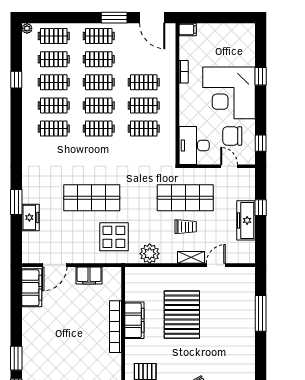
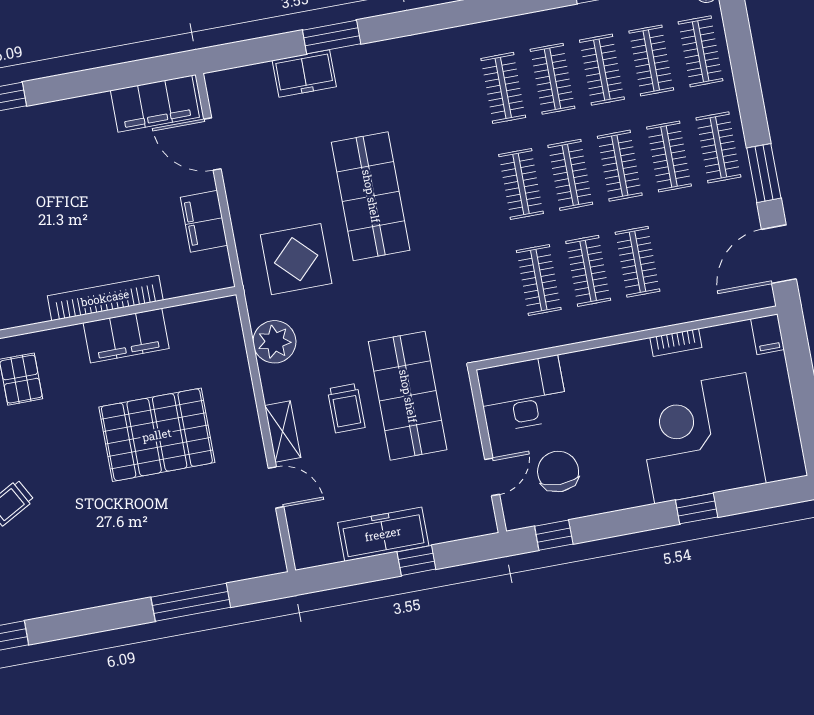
corner desk: (229, 93) -> (700, 438), moved

